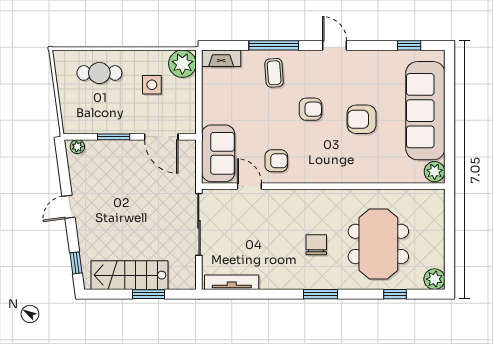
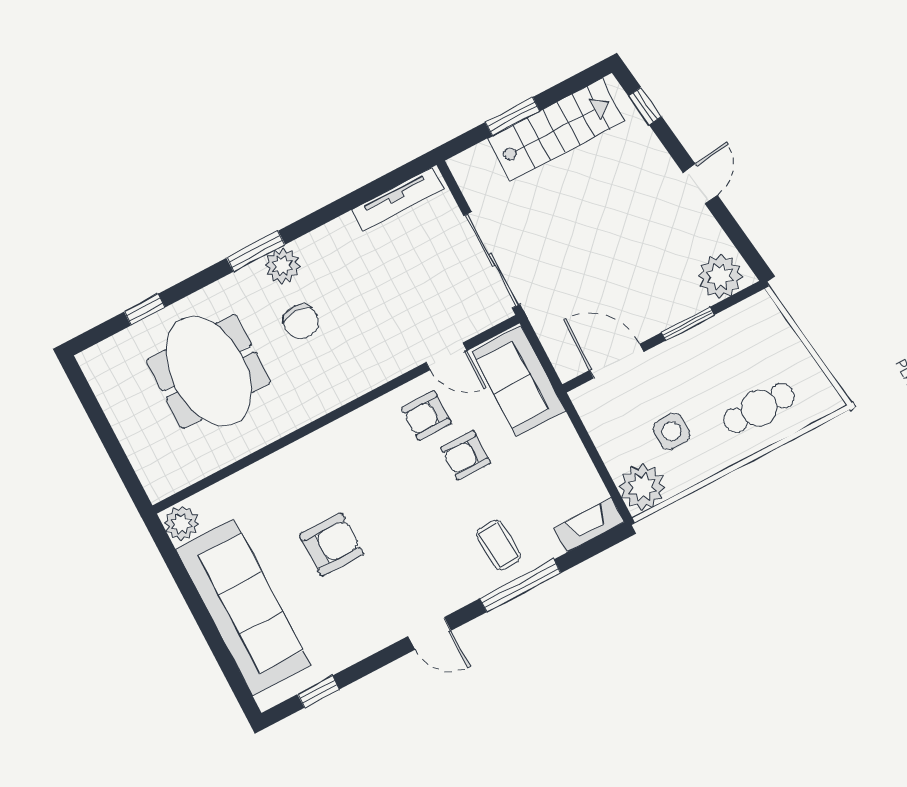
armchair: (311, 109) -> (466, 455), moved
plant: (77, 147) -> (720, 276), width x1.88, depth x1.88
plant: (434, 279) -> (283, 266), moved

